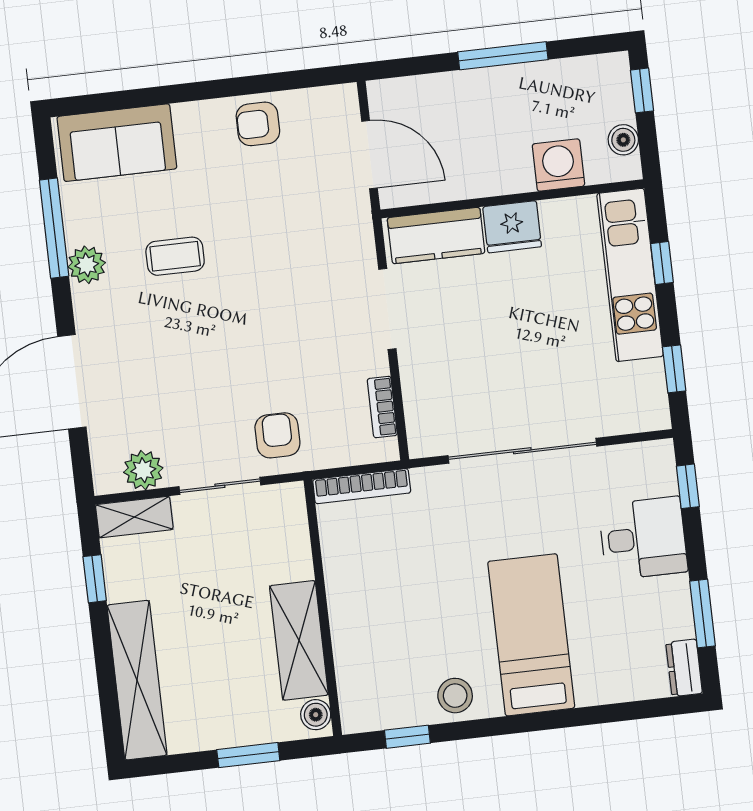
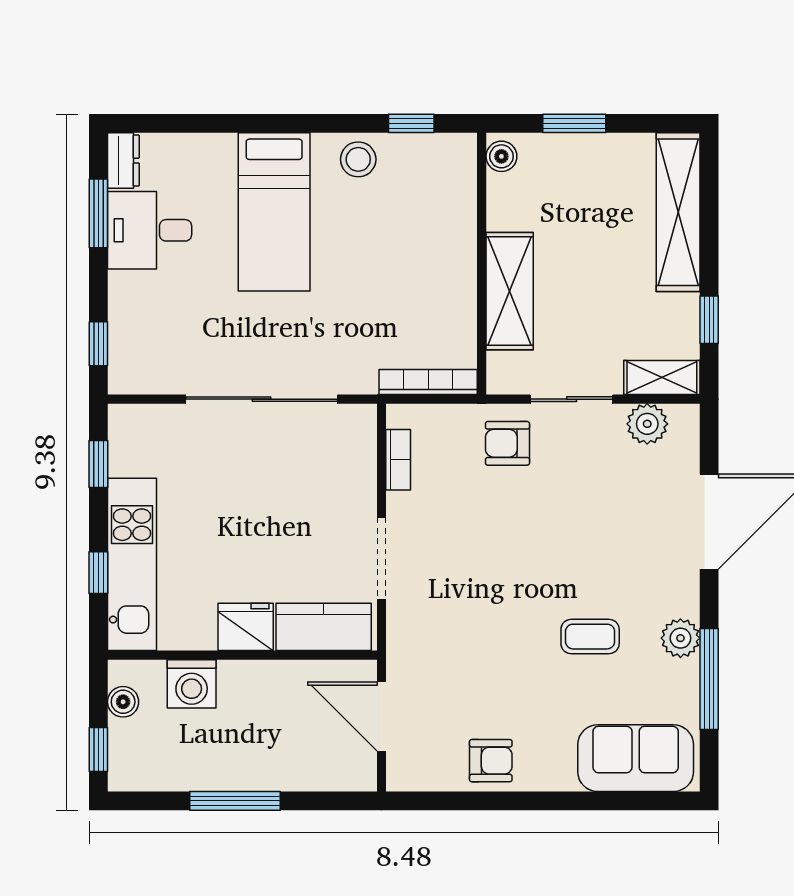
armchair: (277, 435) -> (507, 443), turned 90
desk: (643, 538) -> (150, 230), moved
shelving: (299, 640) -> (510, 291), moved

